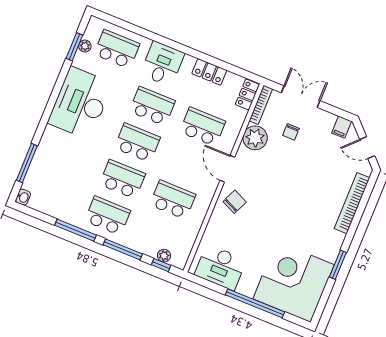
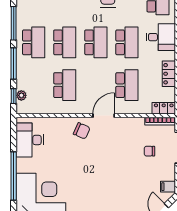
plant: (255, 138) -> (134, 127), removed

